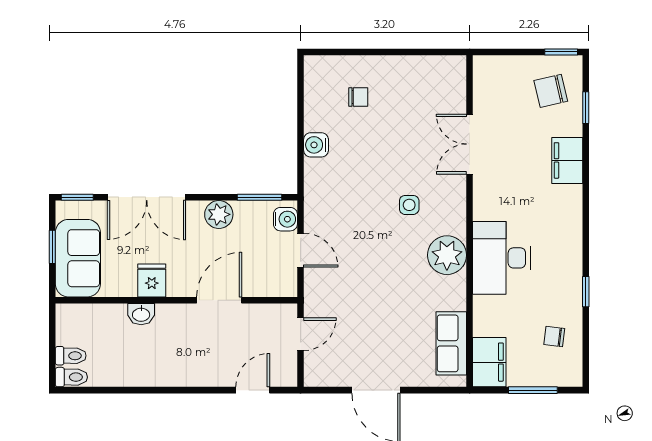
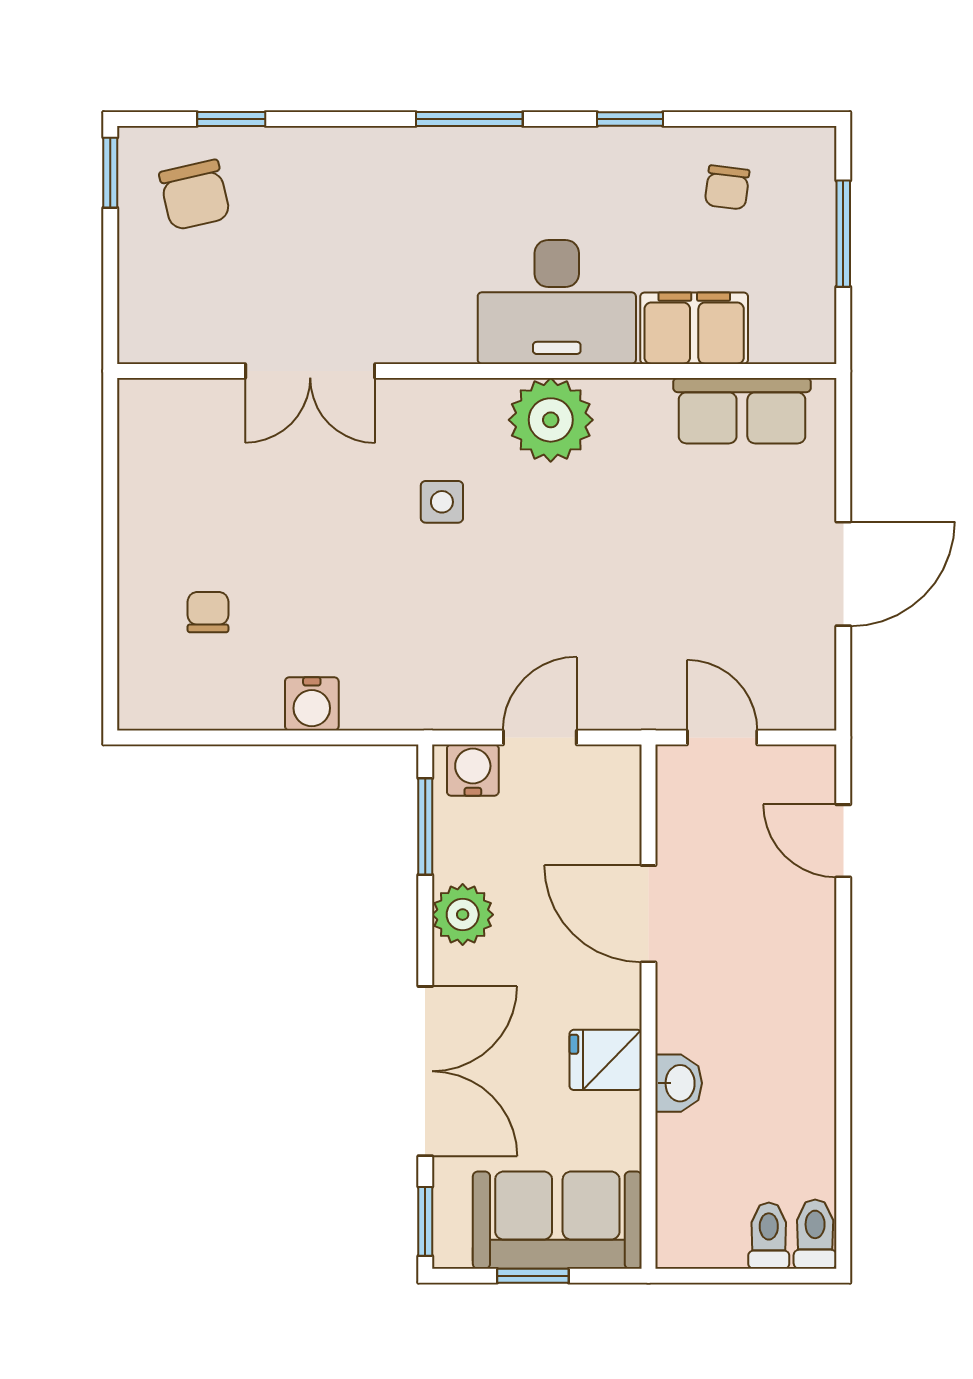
filing cabinet: (567, 160) -> (345, 159), removed
window: (586, 218) -> (469, 119), added
filing cabinet: (489, 362) -> (694, 328), moved

